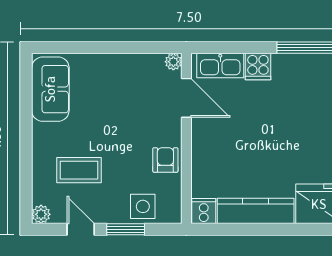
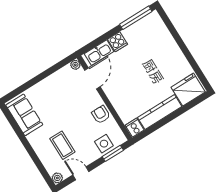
door: (186, 98) -> (92, 78), hinge flipped
coffee table: (79, 170) -> (62, 145), turned 90
window: (126, 229) -> (113, 153), moved

